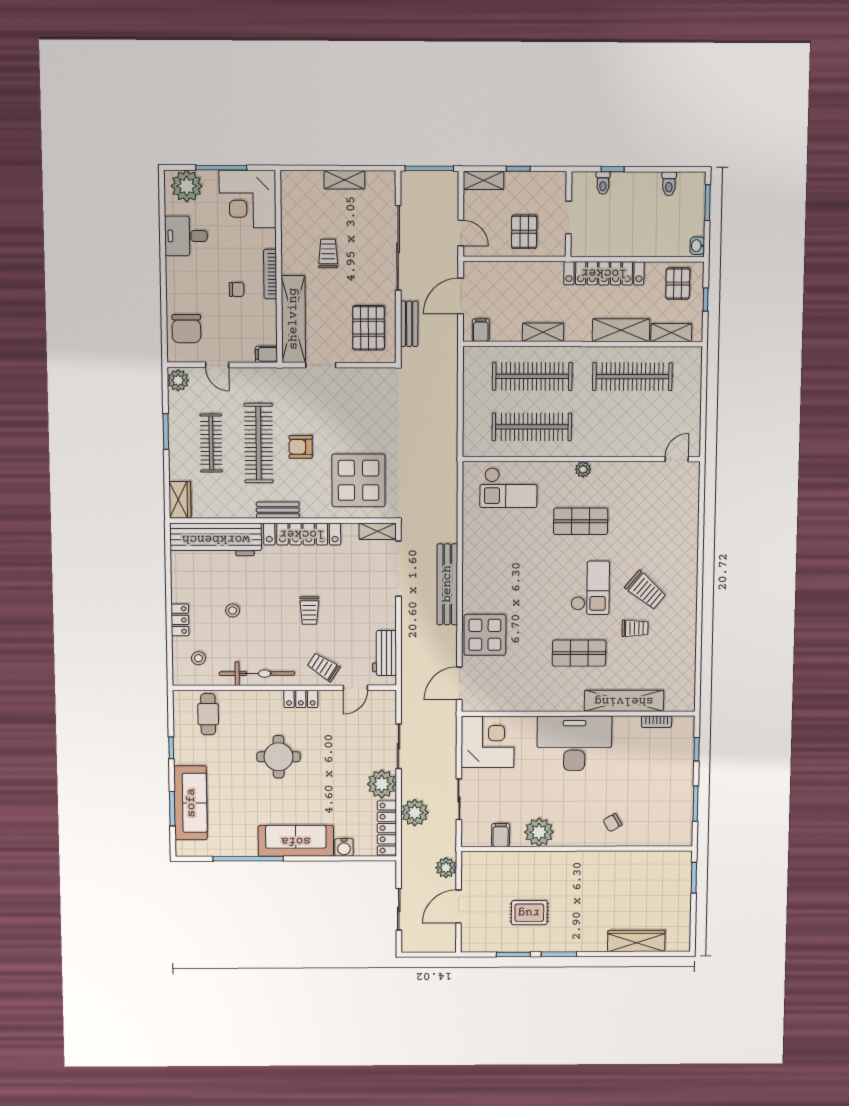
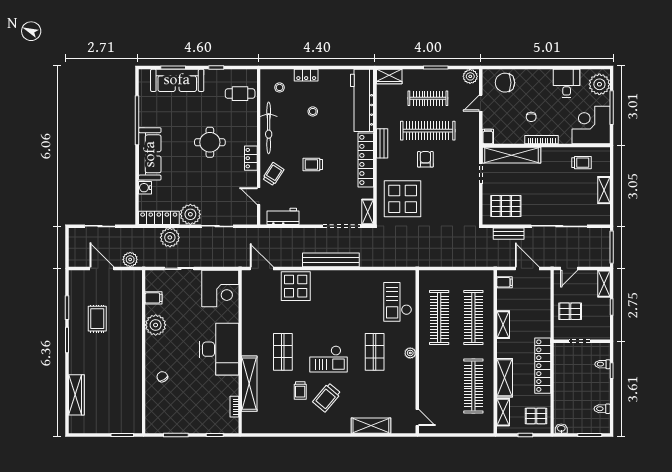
trolley: (328, 254) -> (581, 163), moved
shelving: (687, 527) -> (371, 426), added

